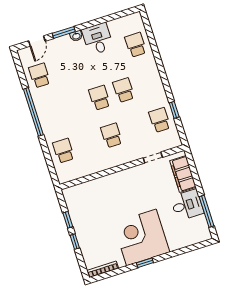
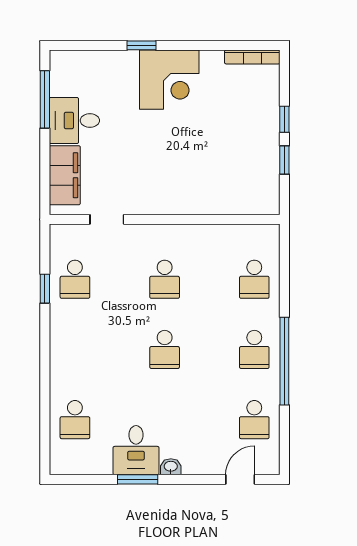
window: (64, 32) -> (138, 479), moved
school desk: (124, 90) -> (254, 349), moved
corner desk: (141, 237) -> (169, 80), width x0.74, depth x0.74
window: (145, 263) -> (141, 45), moved

